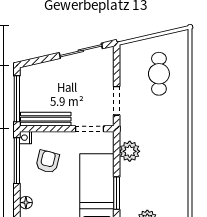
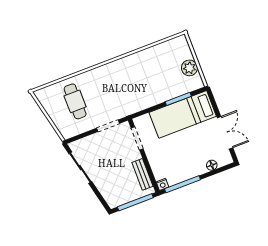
cafe table: (159, 74) -> (75, 101), turned 90
bench: (46, 119) -> (142, 174), width x0.73
plant: (130, 151) -> (143, 101), removed
armchair: (48, 162) -> (174, 161), removed

